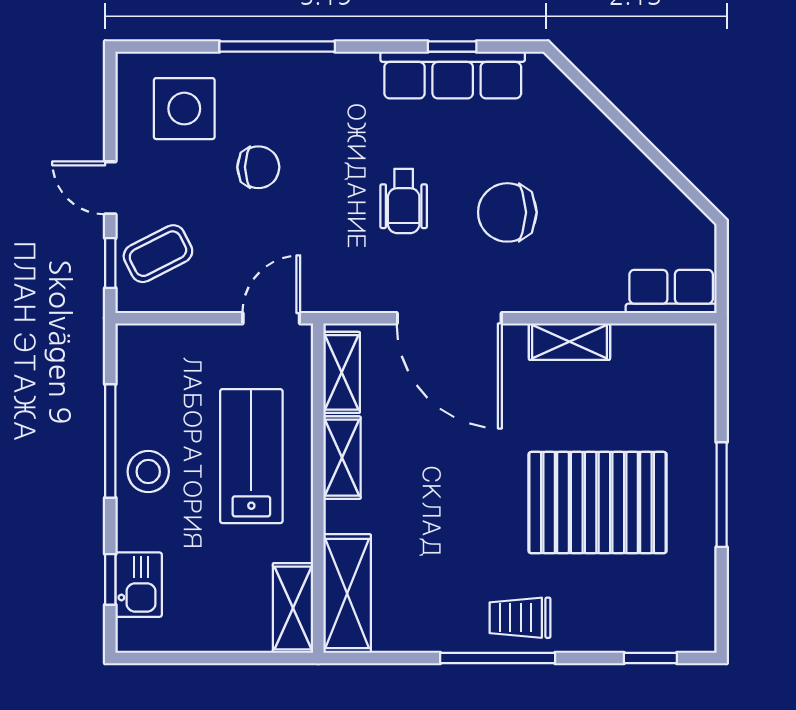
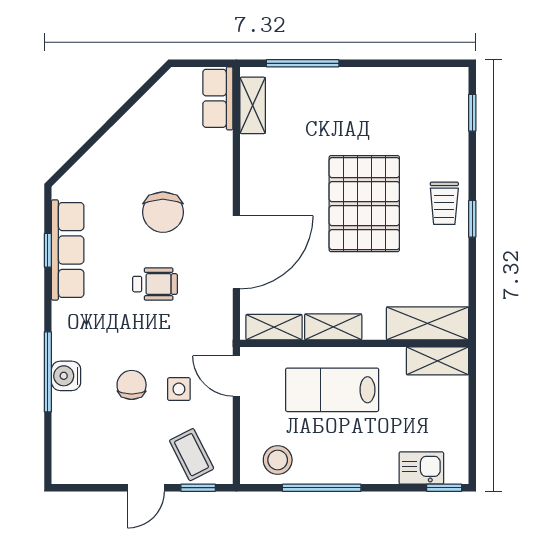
water cooler: (271, 73) -> (66, 376), added
side table: (184, 109) -> (179, 389), moved, width x0.54, depth x0.54
shelving: (569, 342) -> (253, 105), moved
stool: (148, 472) -> (278, 460), moved
window: (722, 495) -> (303, 63), moved
pallet: (598, 503) -> (364, 204), moved
window: (110, 579) -> (444, 488), moved
window: (498, 658) -> (472, 219), width x0.46

